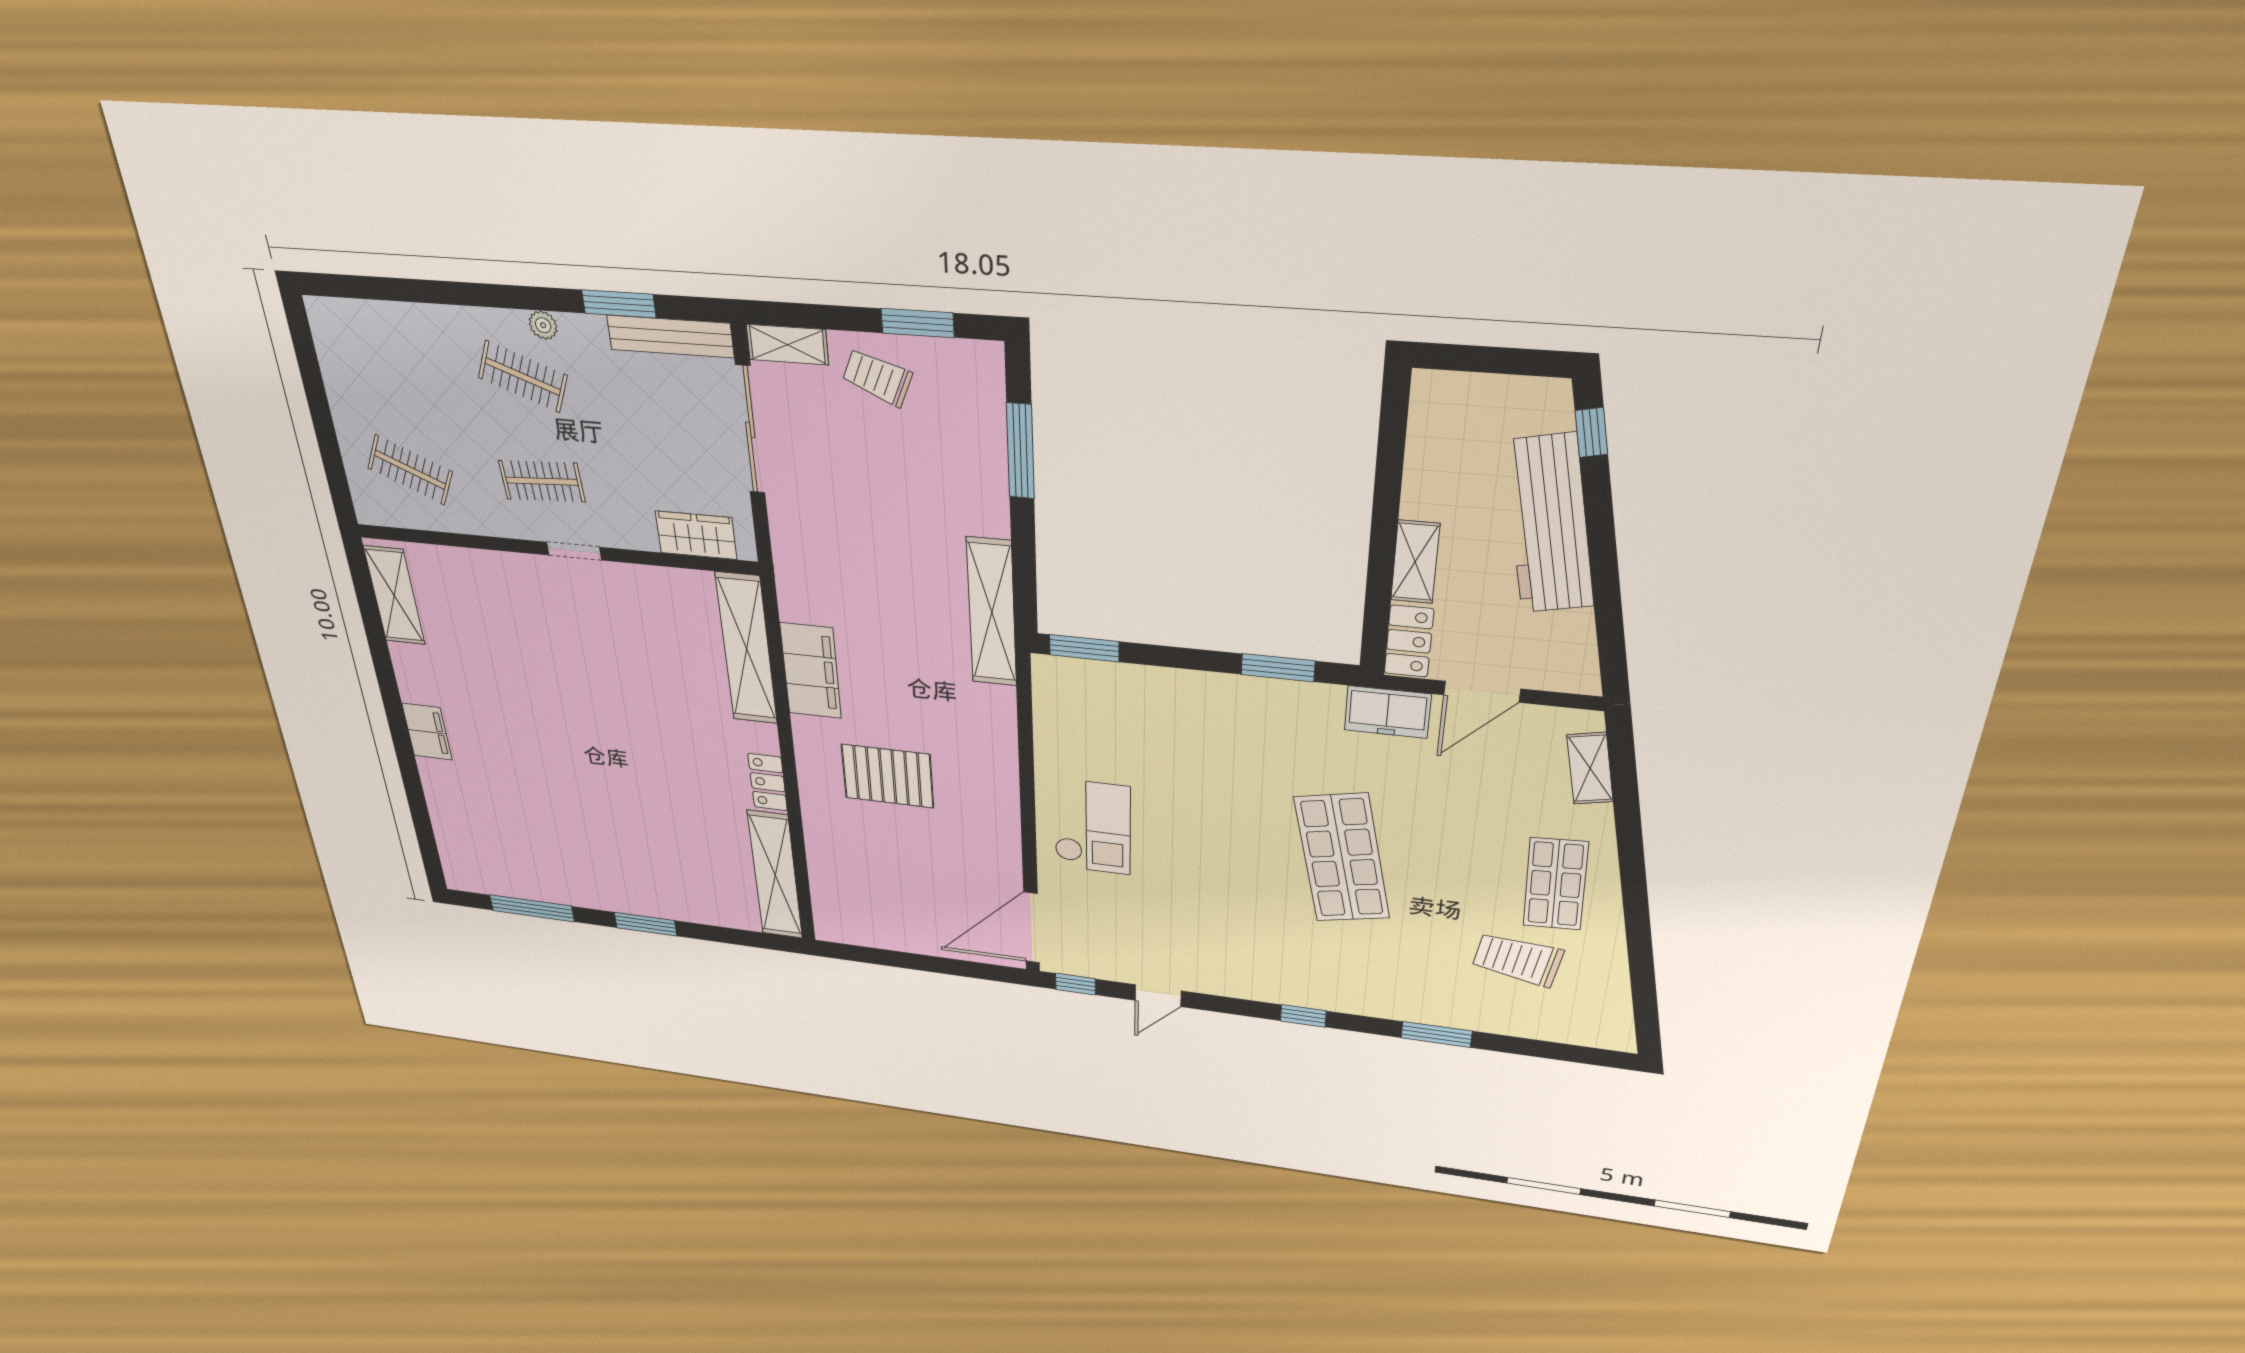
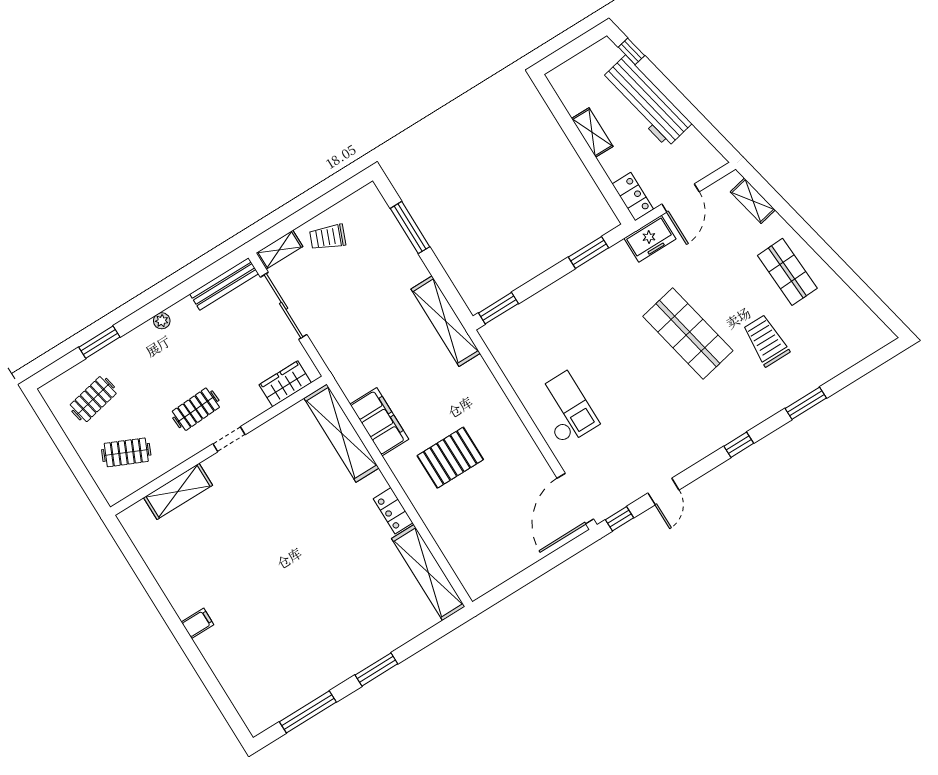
window: (619, 304) -> (99, 342), moved
window: (918, 323) -> (331, 198), removed
clothes rail: (523, 377) -> (93, 399), moved, turned -33
shelving: (1415, 562) -> (592, 132), moved
shelving: (394, 595) -> (178, 491), moved, turned 90
filing cabinet: (427, 732) -> (198, 623), width x0.50
trolley: (1518, 959) -> (766, 341), moved, turned 81

